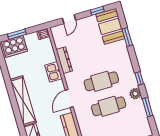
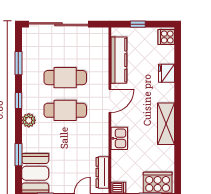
dresser: (64, 60) -> (102, 172), moved
plant: (135, 94) -> (29, 120), moved
shelving: (23, 101) -> (166, 124), width x0.68

